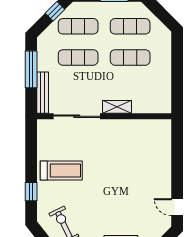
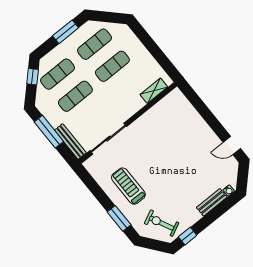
shelving: (117, 107) -> (154, 91), moved
treadmill: (61, 170) -> (128, 186), turned -90
window: (31, 192) -> (119, 218), width x1.50

